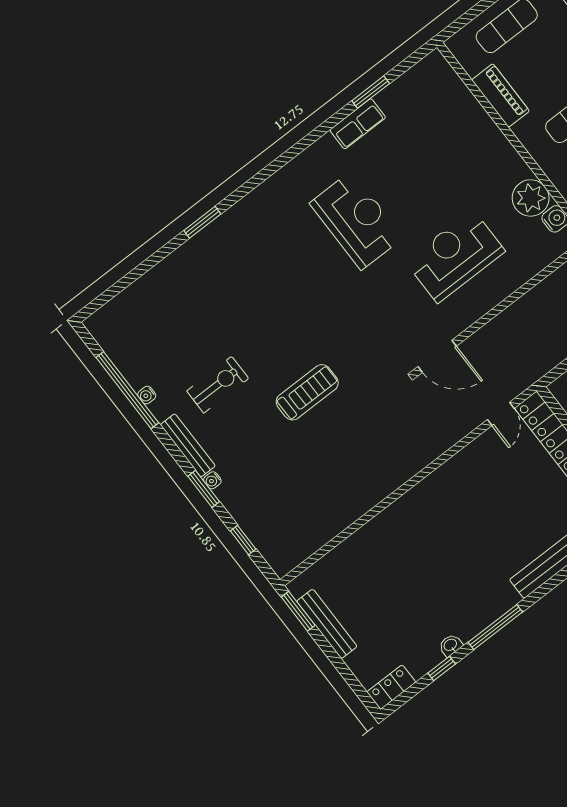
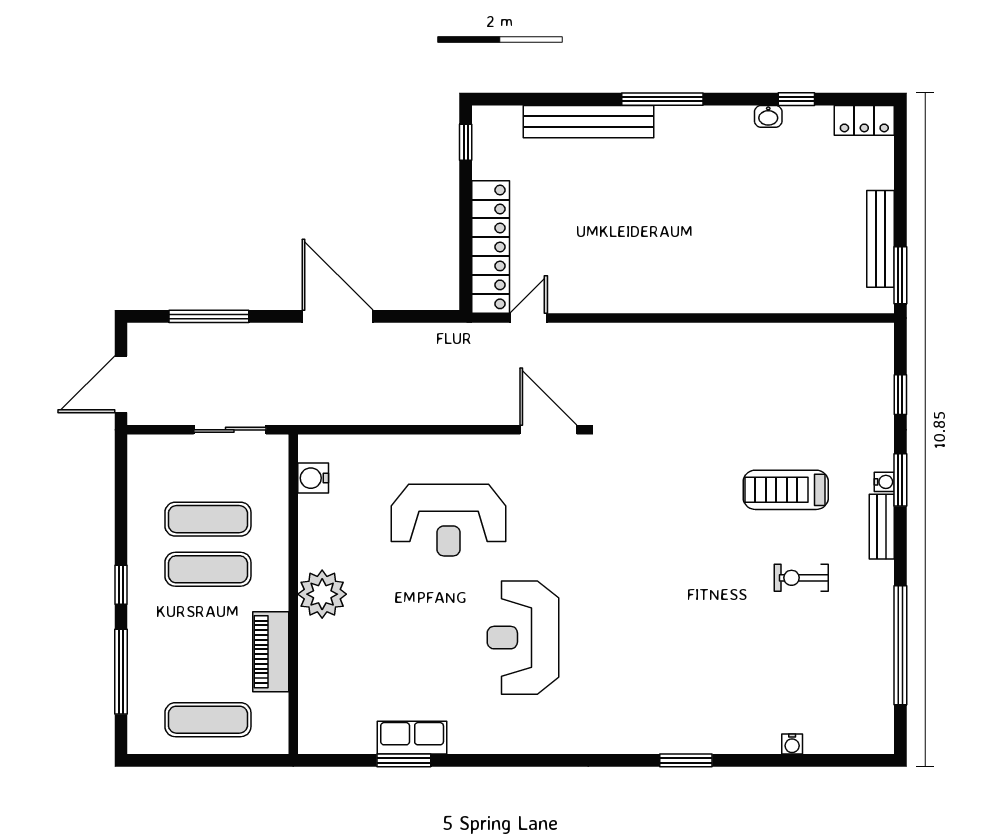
row of seats: (358, 124) -> (412, 738), moved
plant: (531, 198) -> (322, 594), moved
exercise bike: (218, 385) -> (801, 578), width x0.73, depth x0.72
treadmill: (307, 392) -> (786, 490), moved
water cooler: (147, 395) -> (792, 744), moved, turned 90
bench: (188, 445) -> (882, 527), width x0.73
window: (495, 627) -> (662, 99), moved

